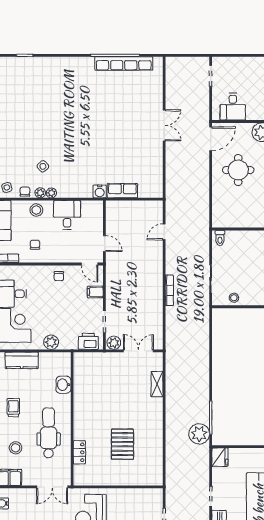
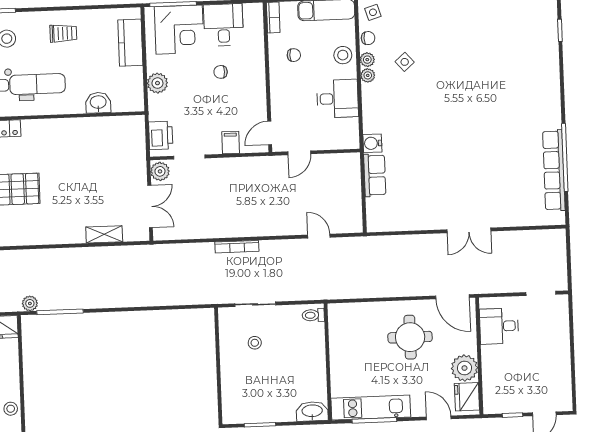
chair: (59, 276) -> (221, 72), moved
stool: (234, 298) -> (255, 343), moved
plant: (199, 434) -> (30, 303), width x0.53, depth x0.53

